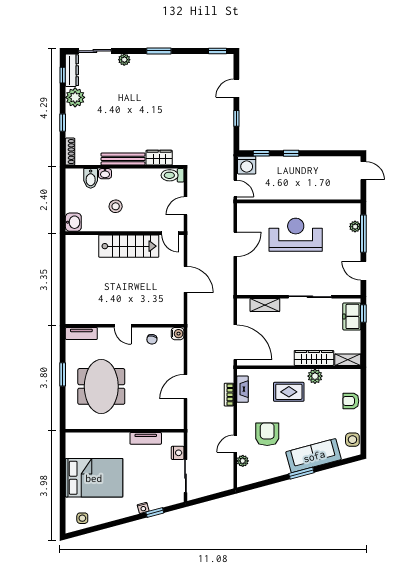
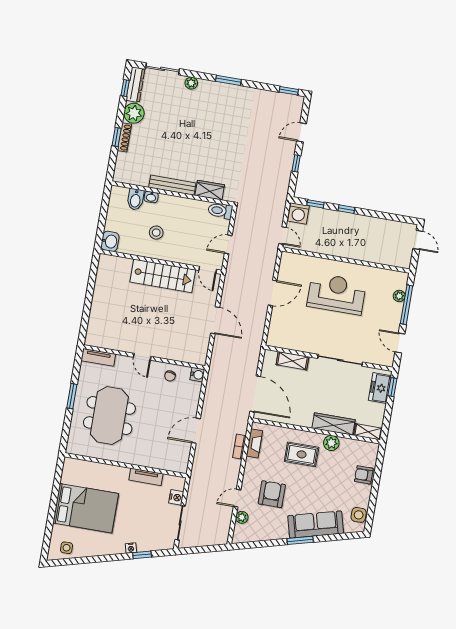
shoe rack: (70, 152) -> (124, 137), moved

